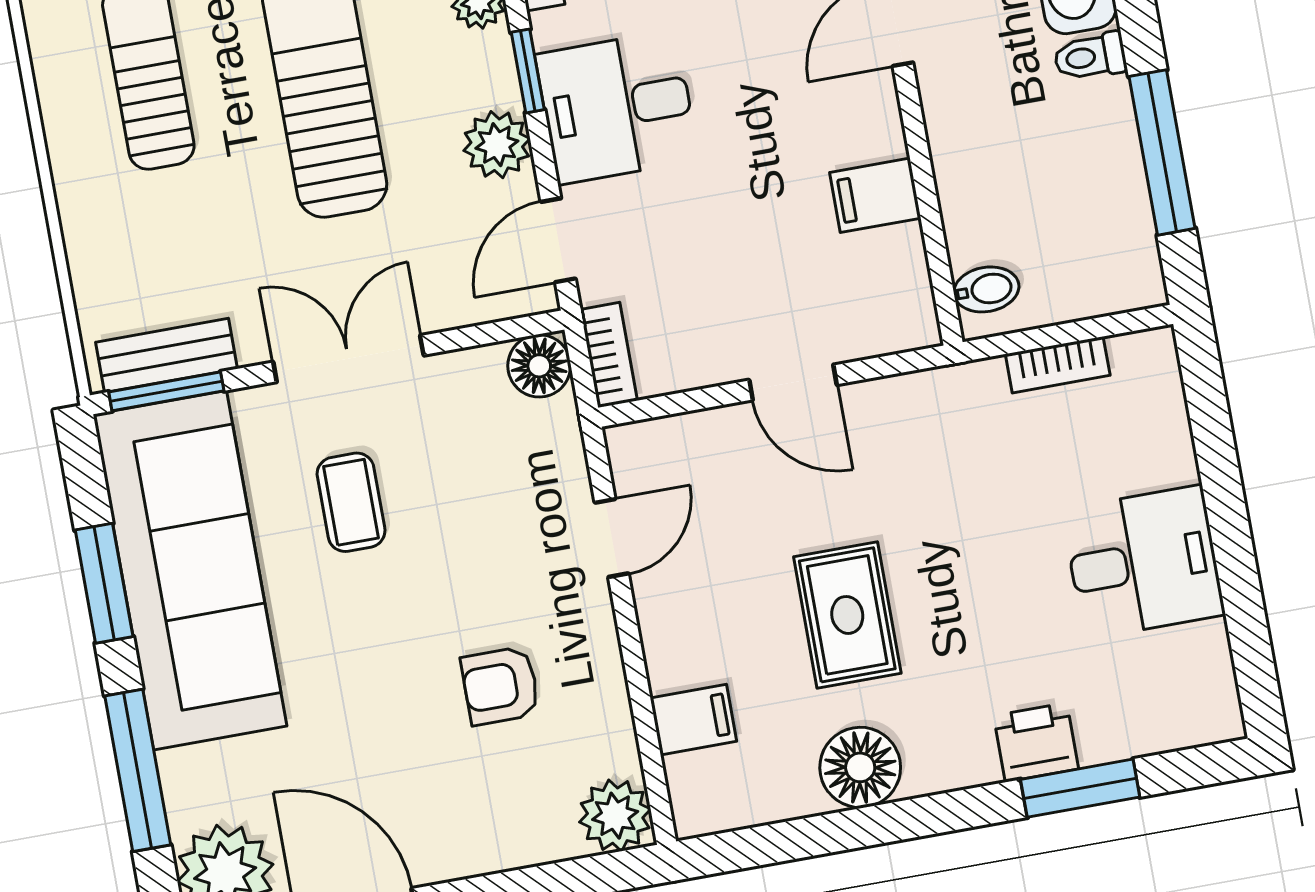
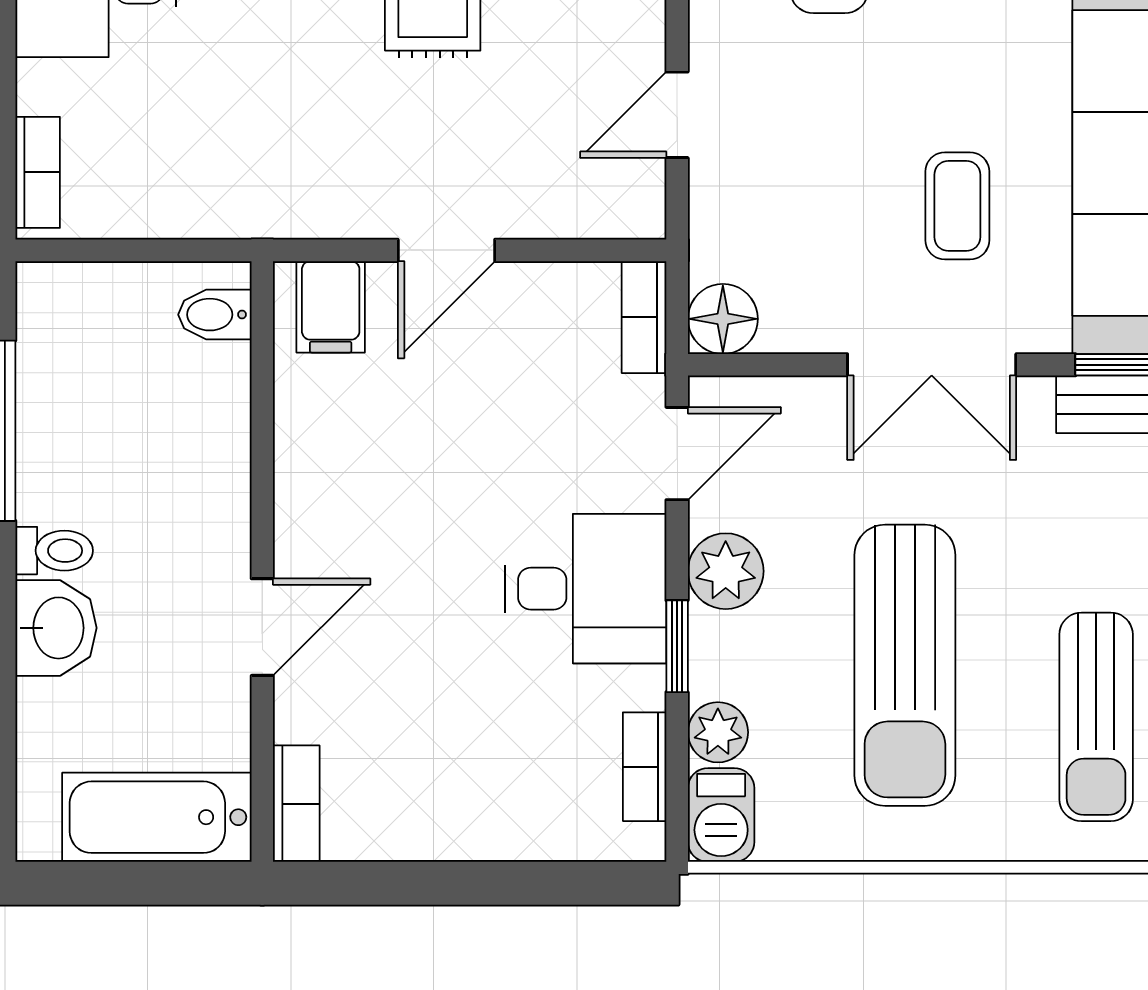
filing cabinet: (875, 195) -> (331, 307), moved, turned 90
bookcase: (1058, 365) -> (38, 172), moved, turned 90
door: (793, 382) -> (446, 250), swing flipped

